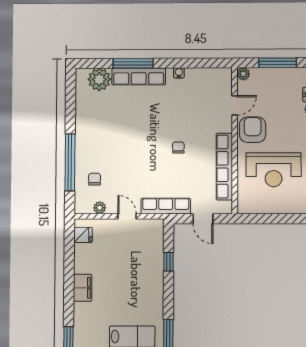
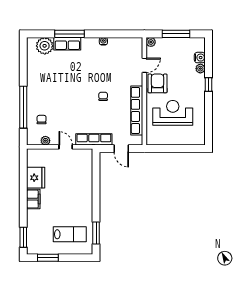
row of seats: (139, 76) -> (67, 44), width x0.68
reception desk: (274, 170) -> (173, 113), turned 180
fridge: (83, 235) -> (36, 178), moved, width x1.88, depth x1.34
window: (168, 262) -> (96, 180), removed

